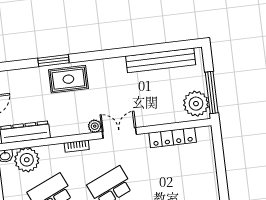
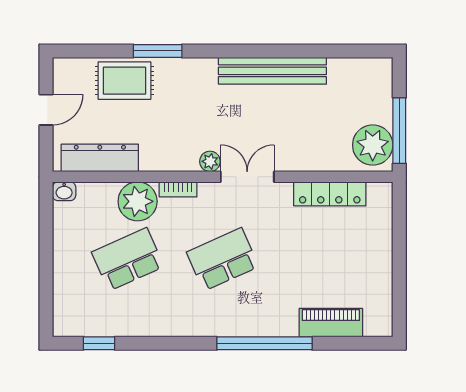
bench: (161, 60) -> (272, 71), moved
rug: (68, 79) -> (124, 81), moved
plant: (27, 160) -> (138, 201), moved

